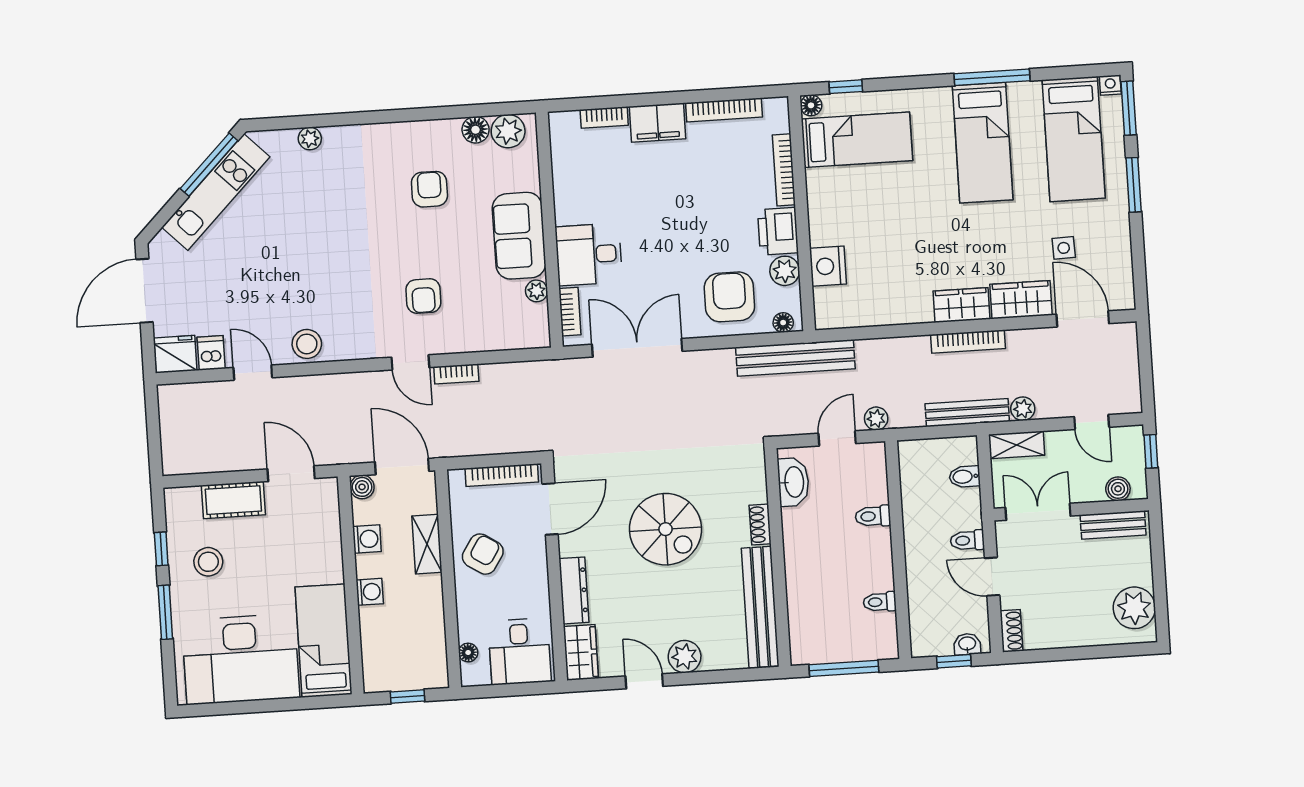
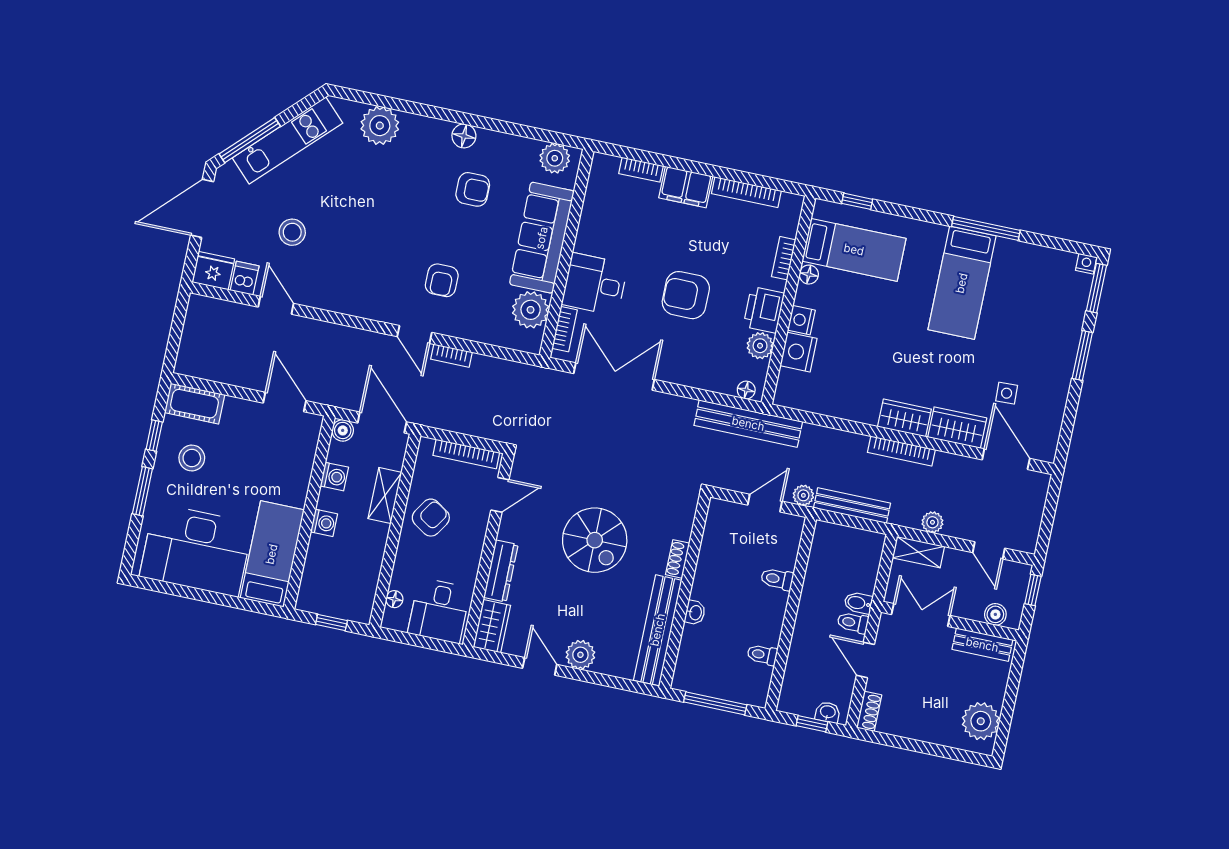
floor lamp: (811, 105) -> (809, 275), moved
floor lamp: (476, 130) -> (464, 136), moved
plant: (310, 139) -> (380, 126), width x1.87, depth x1.87
bed: (1074, 139) -> (1041, 301), removed
window: (209, 165) -> (250, 140), moved
bookcase: (784, 170) -> (784, 258), width x0.64
armchair: (429, 189) -> (473, 189), turned 90
nightstand: (821, 231) -> (801, 320), added
sofa: (519, 236) -> (542, 238), width x1.36
plant: (537, 291) -> (531, 310), width x1.88, depth x1.88
armchair: (729, 297) -> (686, 295), moved, turned -90
stool: (307, 344) -> (292, 232), moved
bench: (967, 413) -> (852, 506), moved
bidet: (965, 477) -> (858, 603), moved
washbasin: (793, 482) -> (695, 613), moved, width x0.52, depth x0.69
cot: (233, 500) -> (195, 404), moved
door: (550, 509) -> (500, 495), width x0.73

